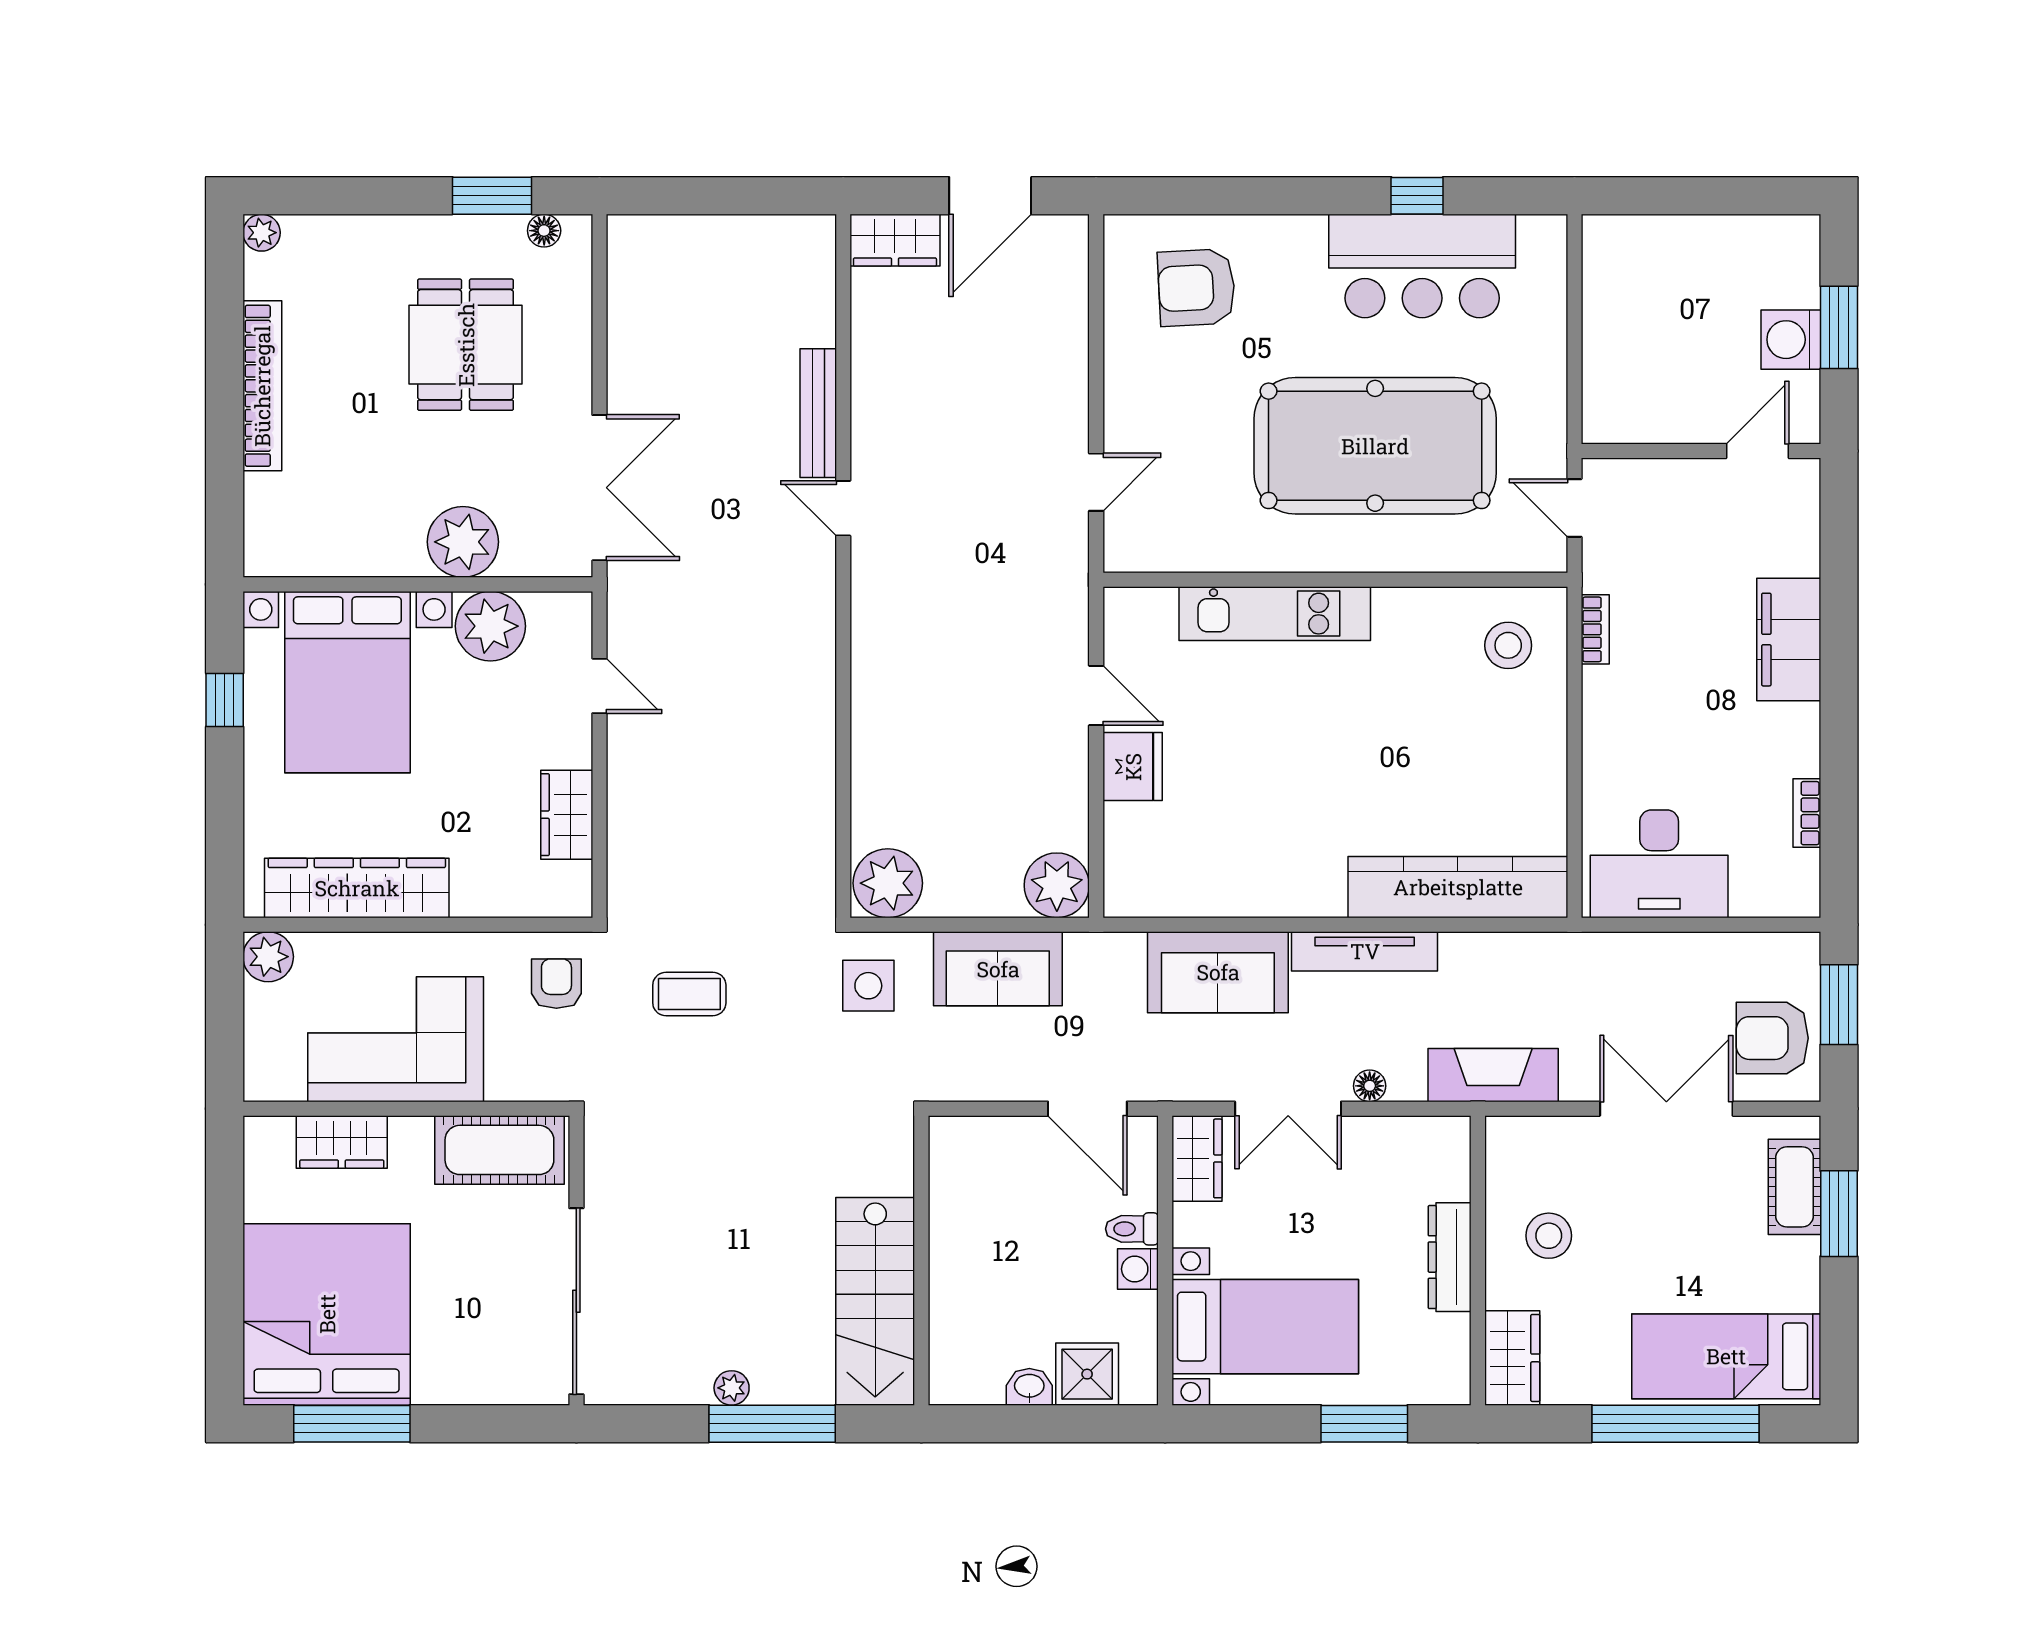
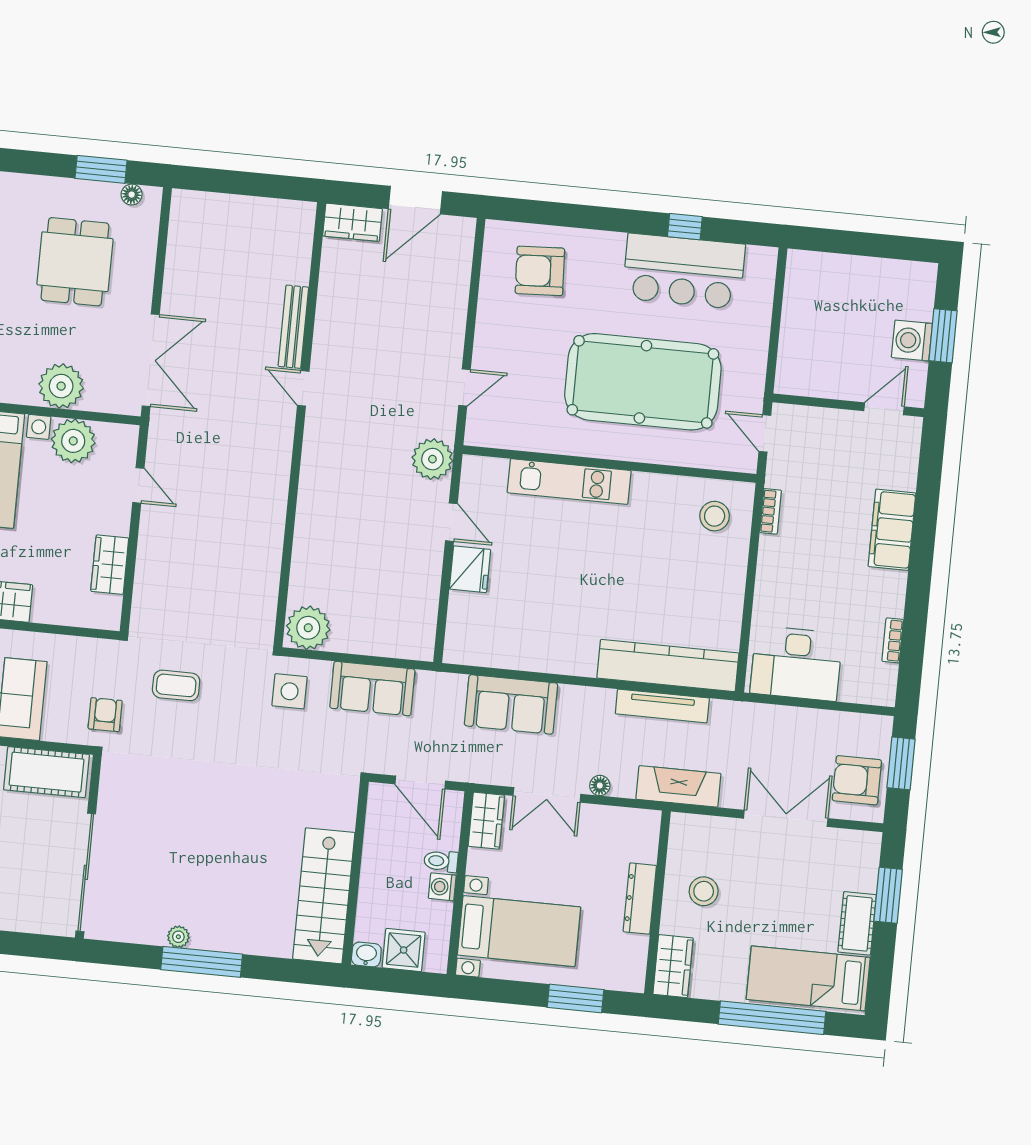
plant: (1057, 885) -> (432, 459), moved
tv unit: (1365, 951) -> (662, 706), moved
armchair: (556, 984) -> (105, 715), moved
cot: (1794, 1187) -> (857, 923), moved
wall: (921, 1260) -> (355, 873), moved
stairs: (875, 1301) -> (324, 896), moved

